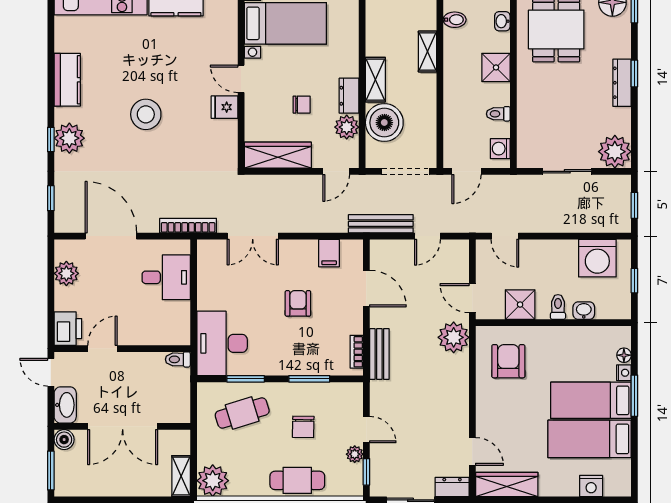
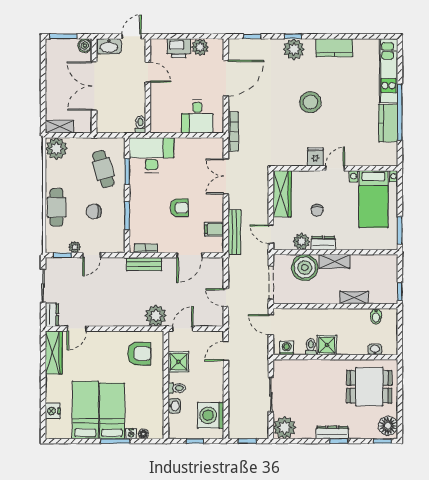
shower: (496, 67) -> (327, 345), moved
bench: (381, 224) -> (234, 232), moved
printer: (68, 329) -> (179, 48), moved

